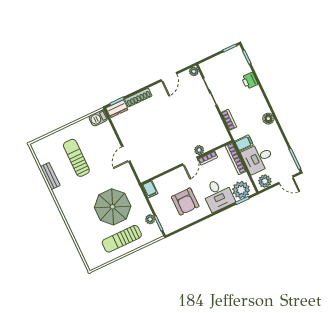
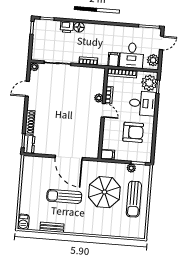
door: (169, 77) -> (27, 89), swing flipped
barbecue: (98, 118) -> (23, 222), moved
floor lamp: (268, 119) -> (79, 27), moved
door: (126, 154) -> (69, 158), width x1.87
sun lounger: (76, 158) -> (64, 196), moved

